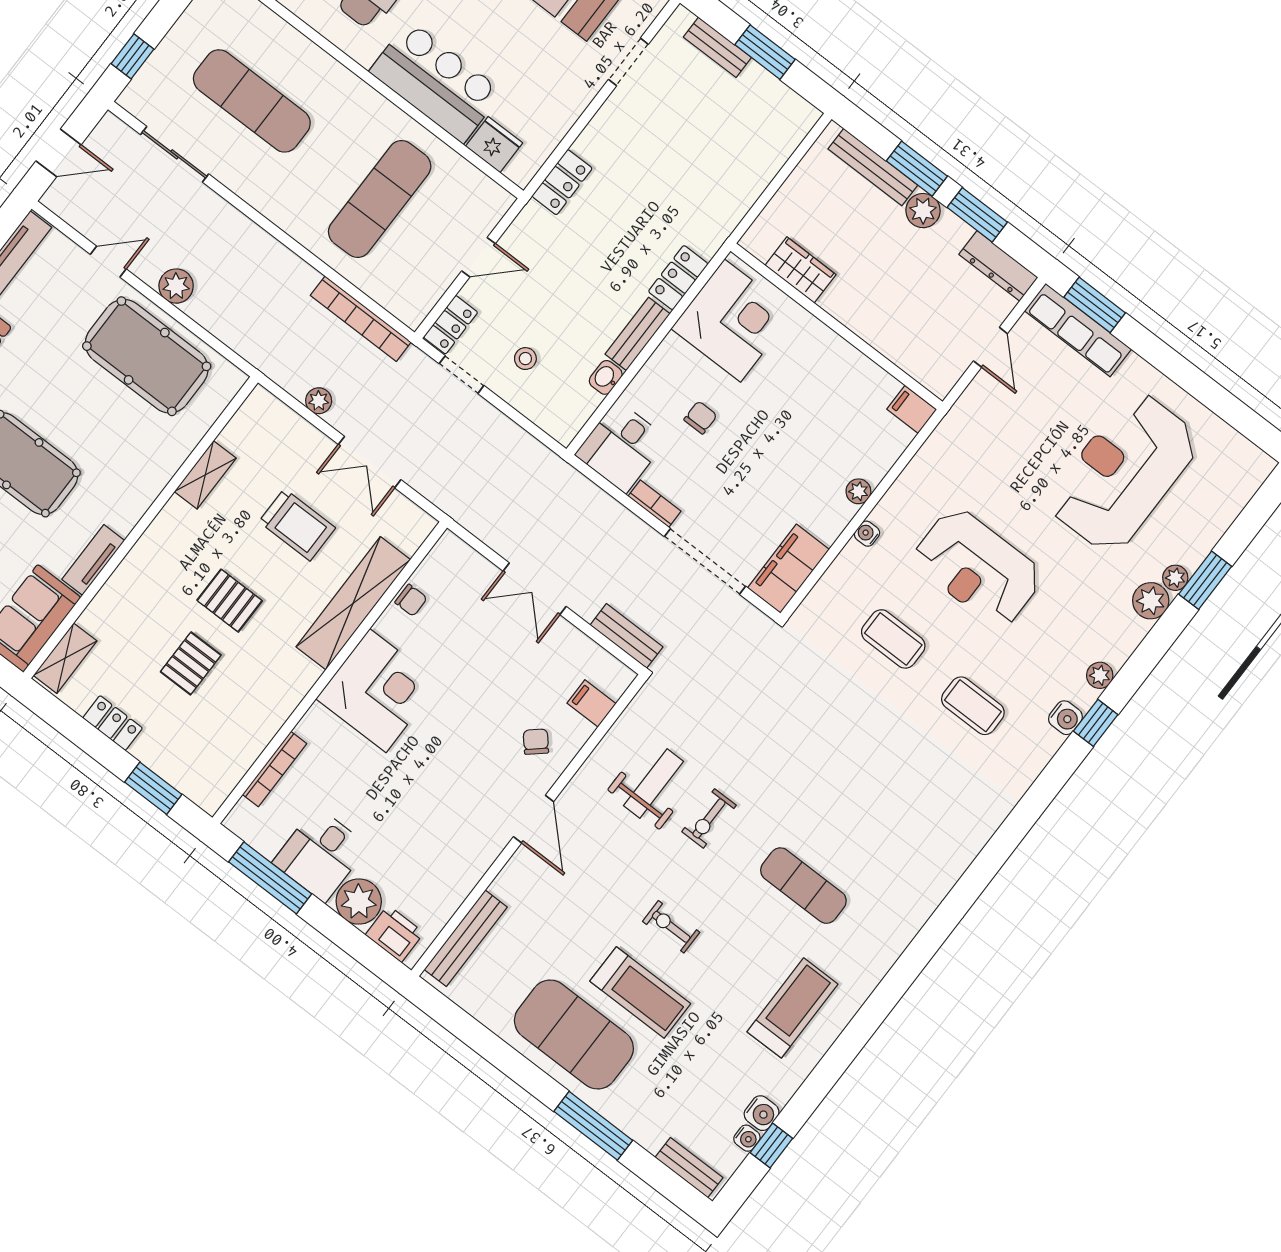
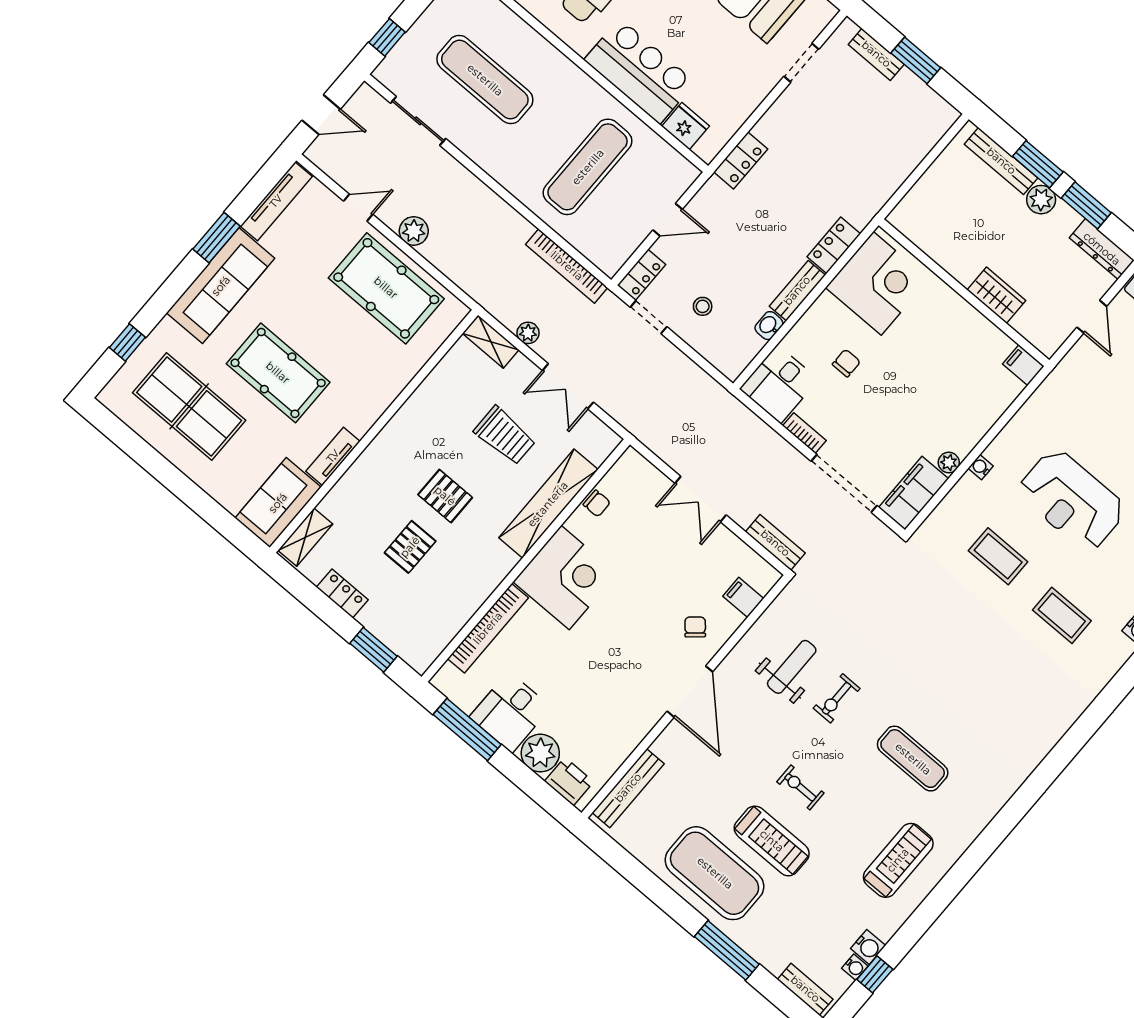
wardrobe: (800, 270) -> (996, 295), moved
shelving: (205, 475) -> (491, 342), moved, turned 90
plant: (858, 491) -> (949, 463), moved
bookcase: (275, 769) -> (488, 628), width x1.48, depth x1.31
door: (534, 819) -> (690, 692), width x1.36

